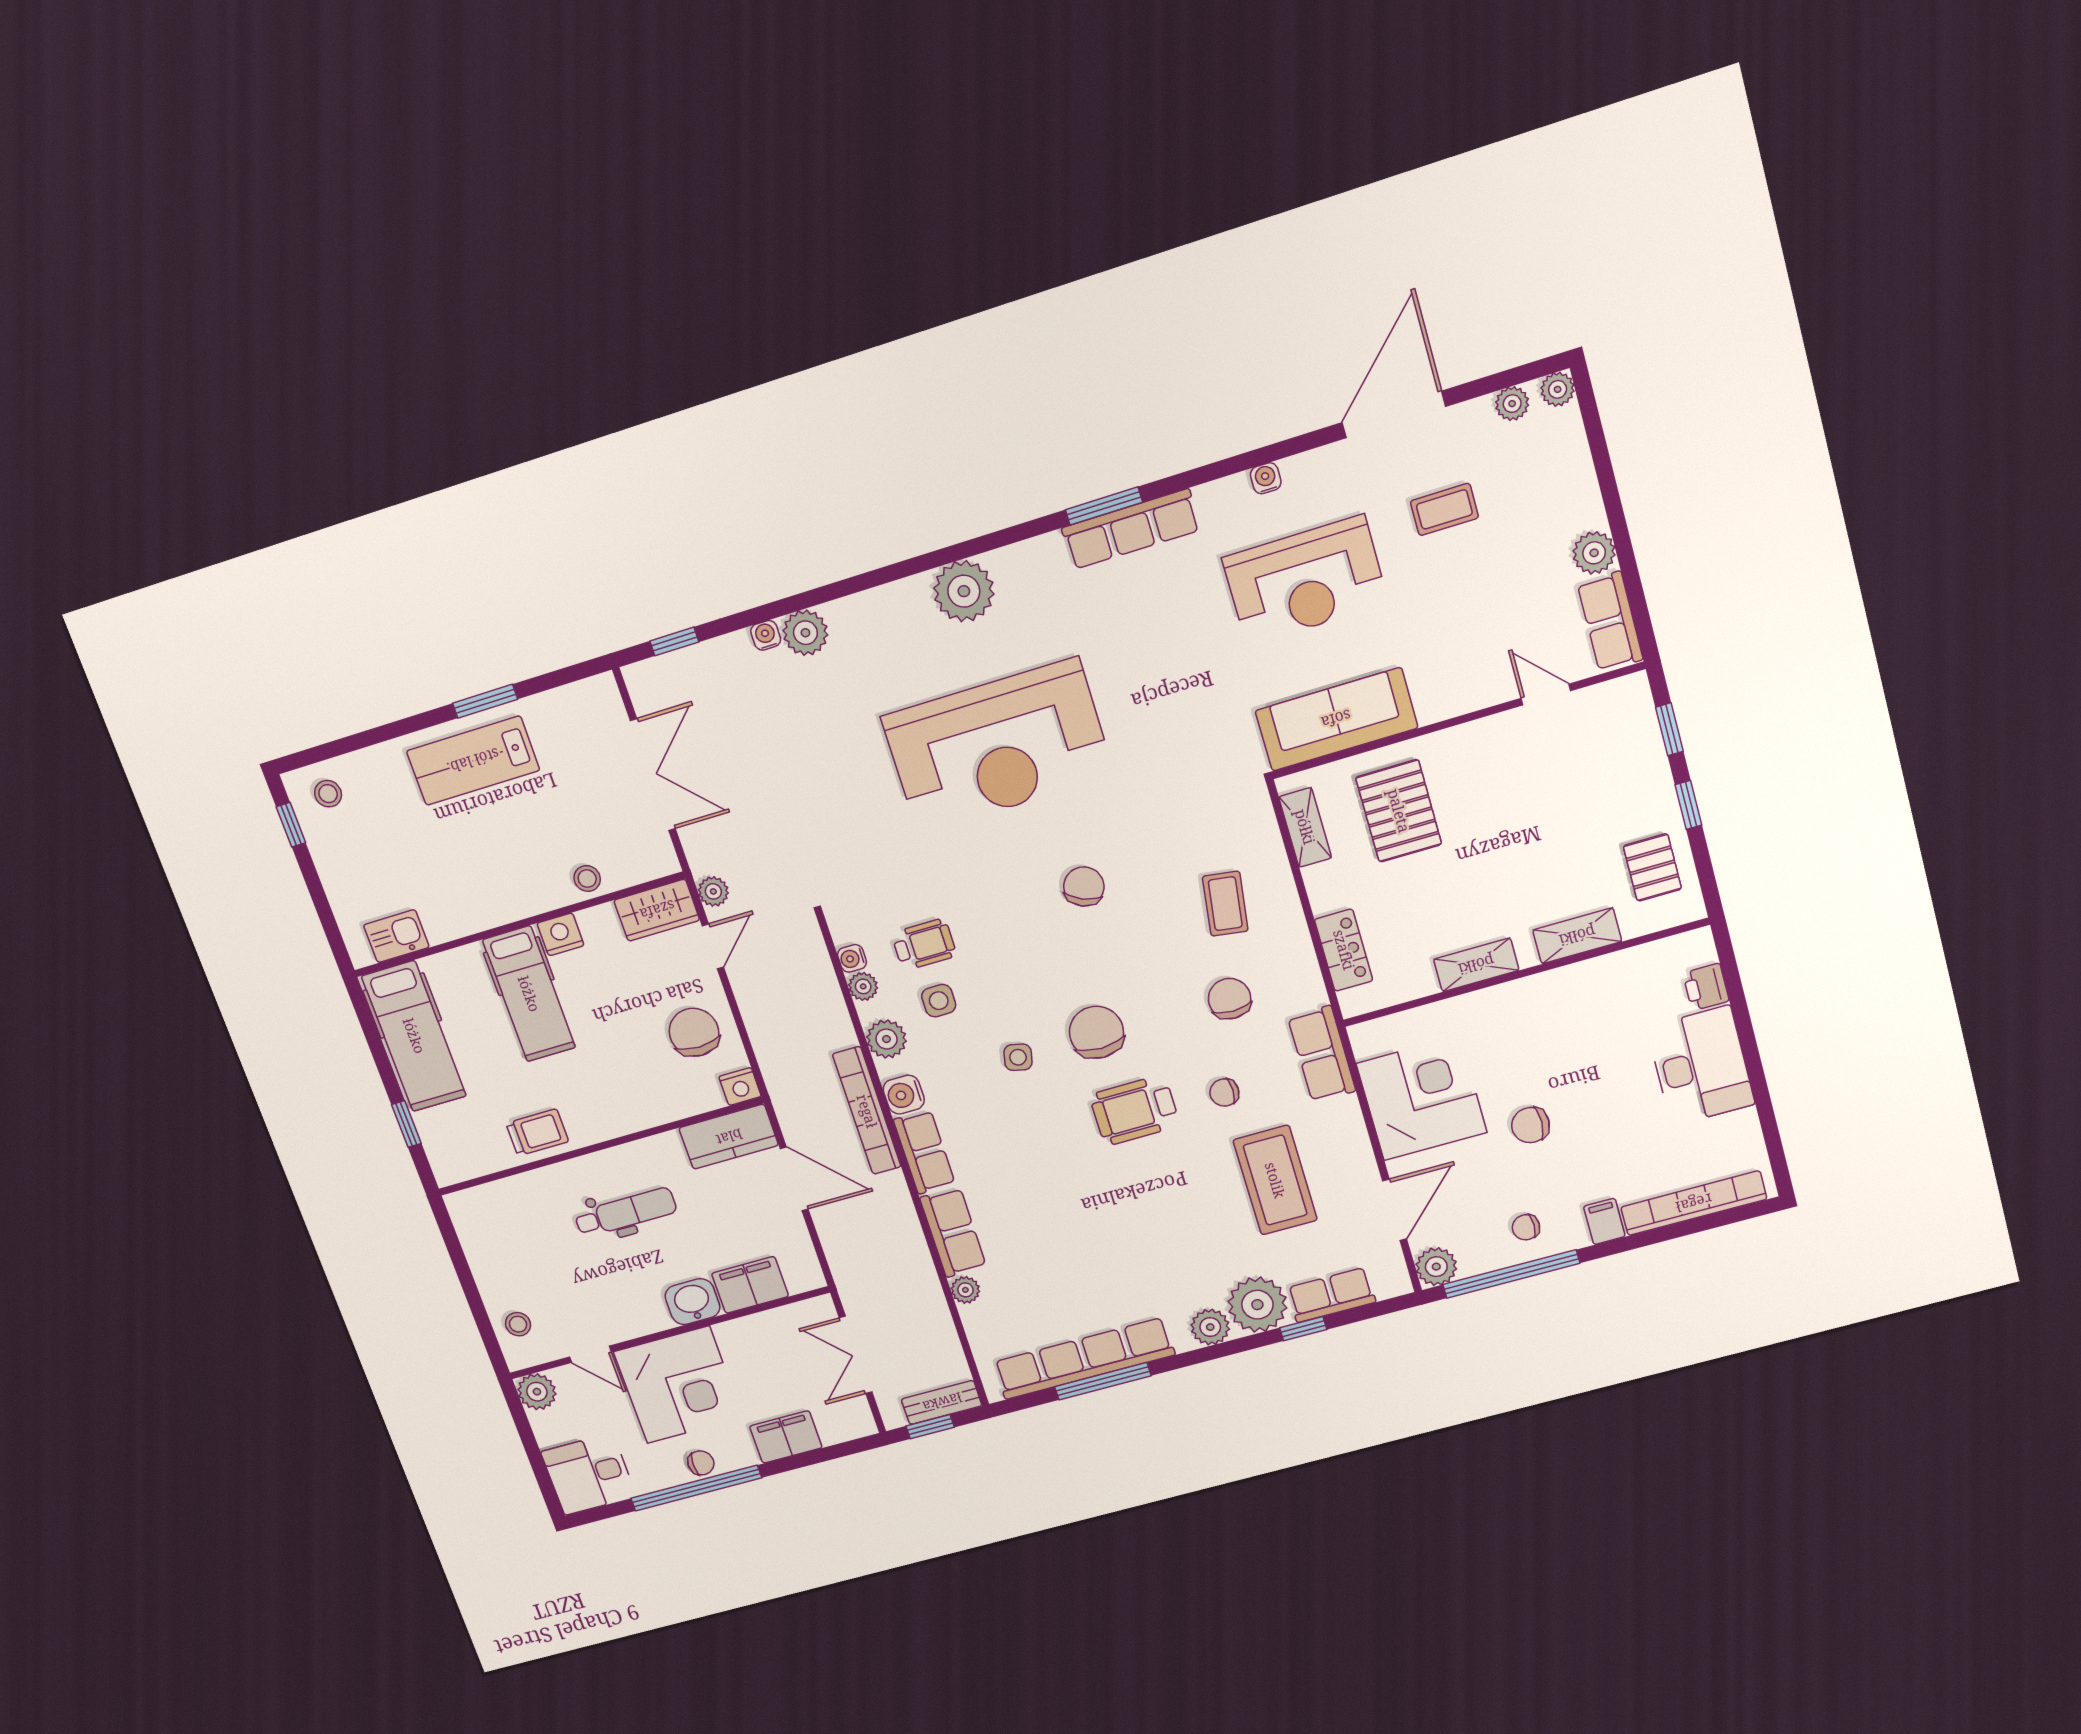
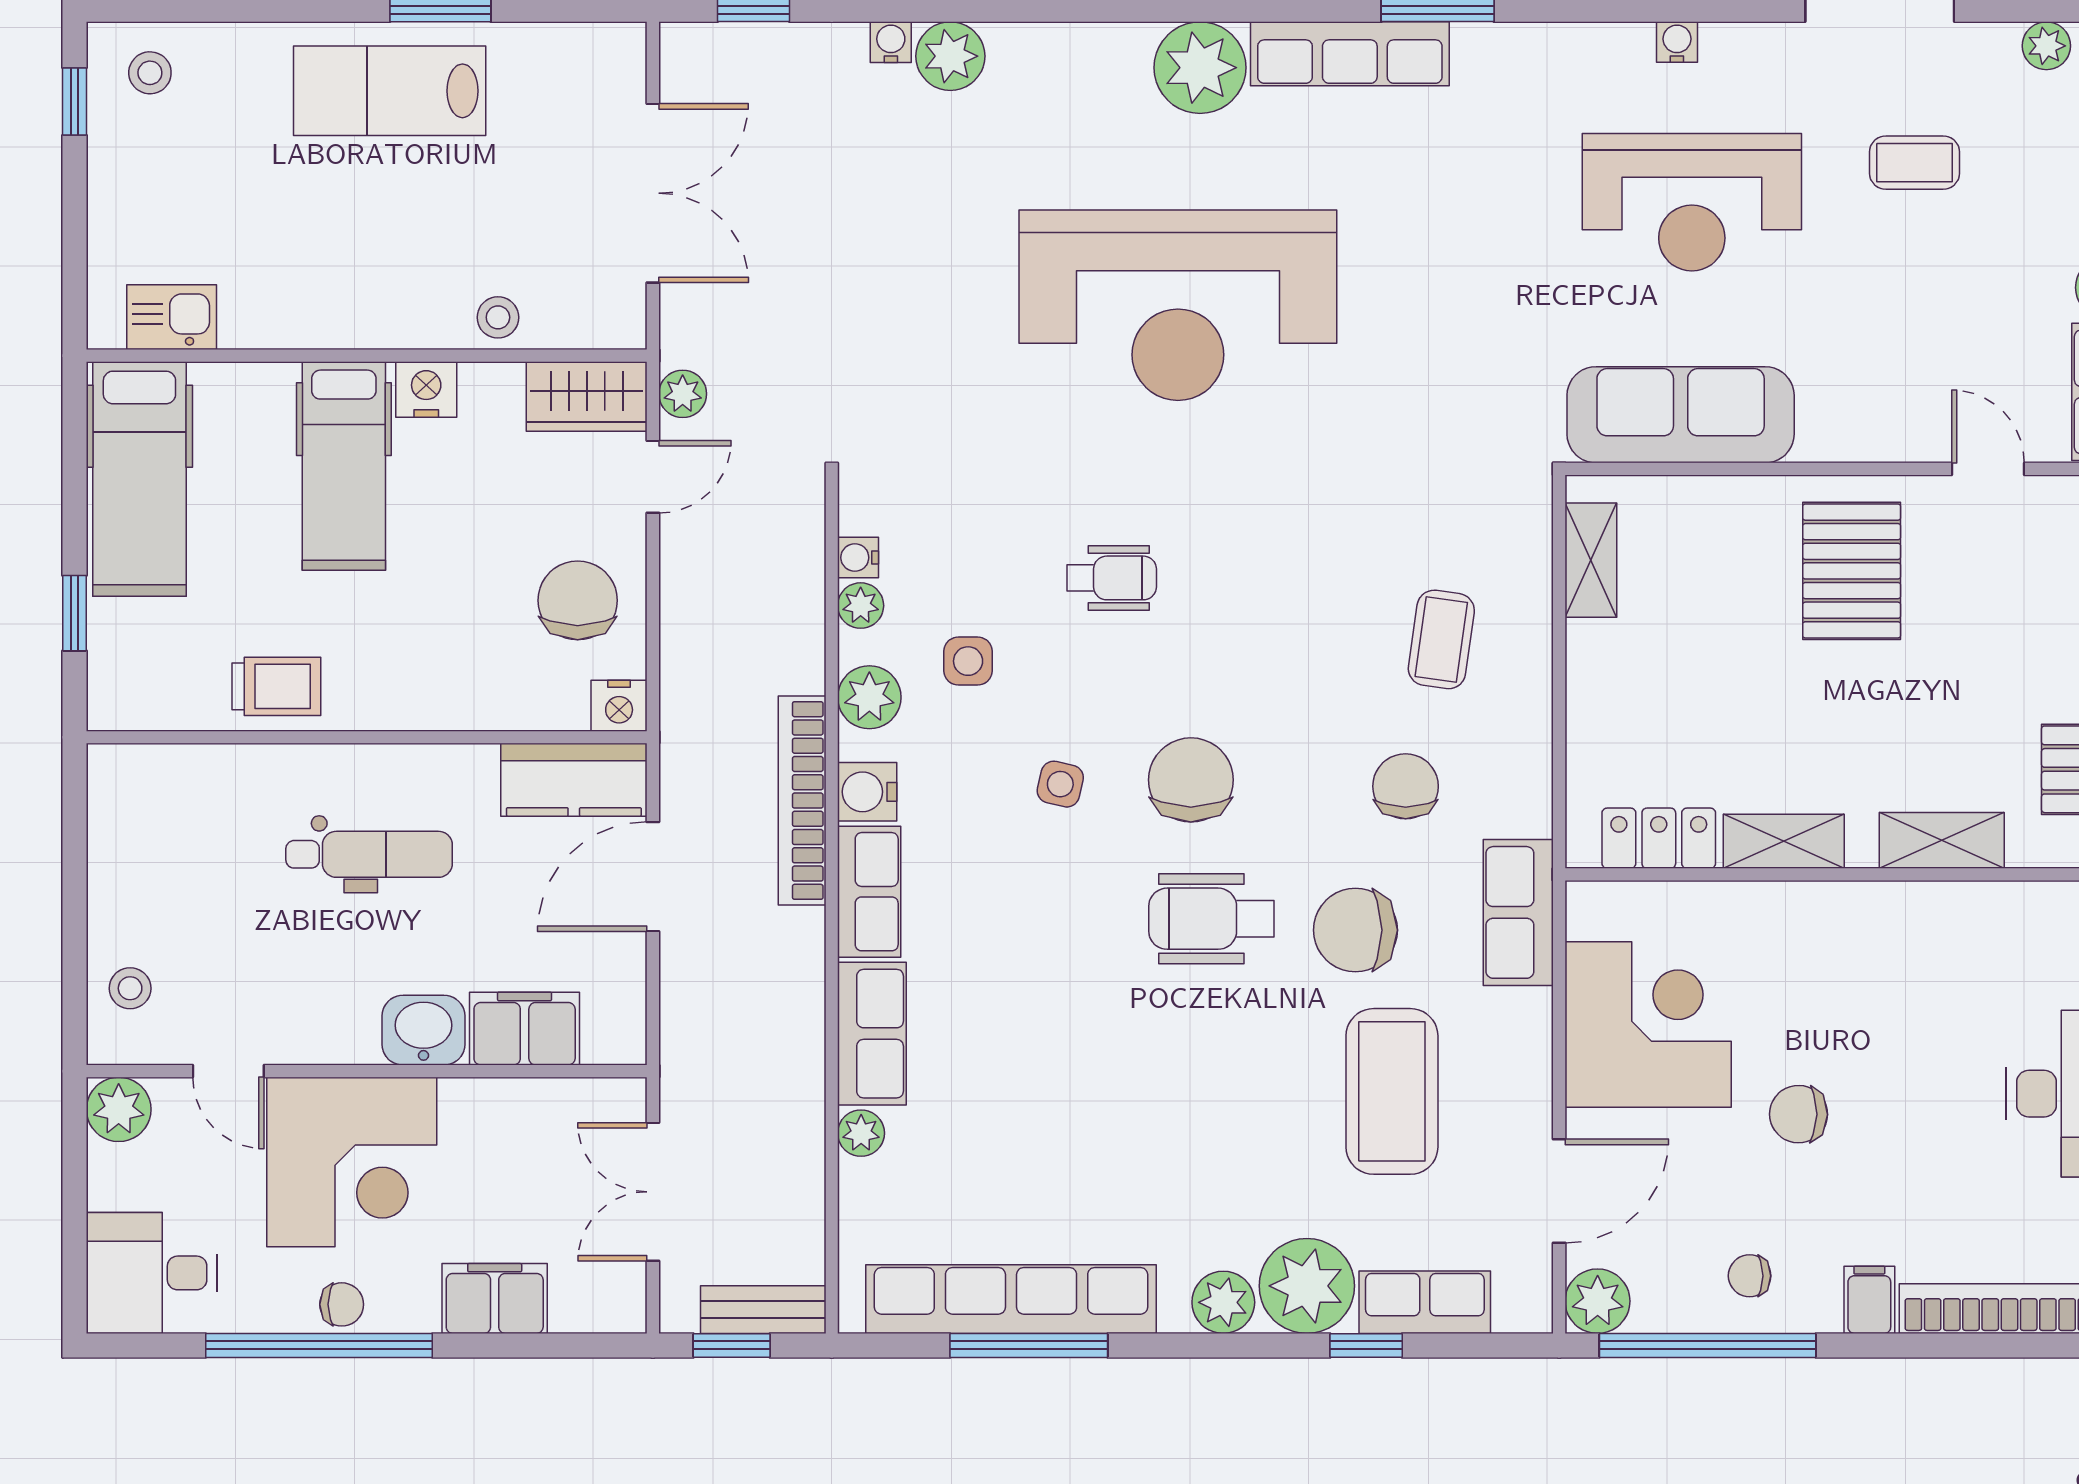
row of seats: (1131, 529) -> (1350, 54), moved
pallet: (1399, 811) -> (1852, 571), moved
chair: (1084, 887) -> (1240, 552), removed
wheelchair: (924, 945) -> (1112, 578), moved
locker: (1344, 950) -> (1659, 838), moved, turned -90
chair: (1224, 1092) -> (1355, 930), width x1.87, depth x1.87
door: (794, 1179) -> (653, 877), swing flipped

